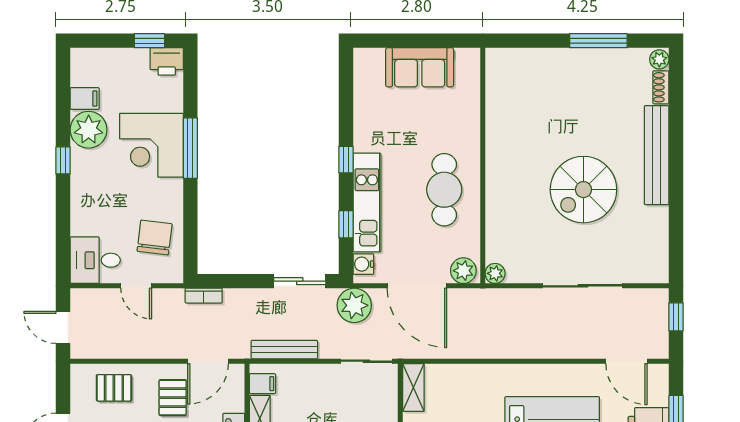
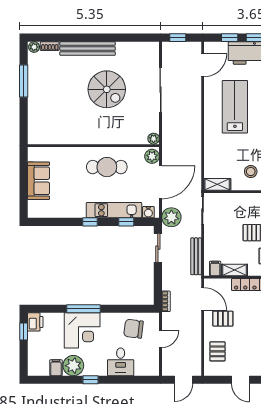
desk: (95, 260) -> (121, 362), moved

